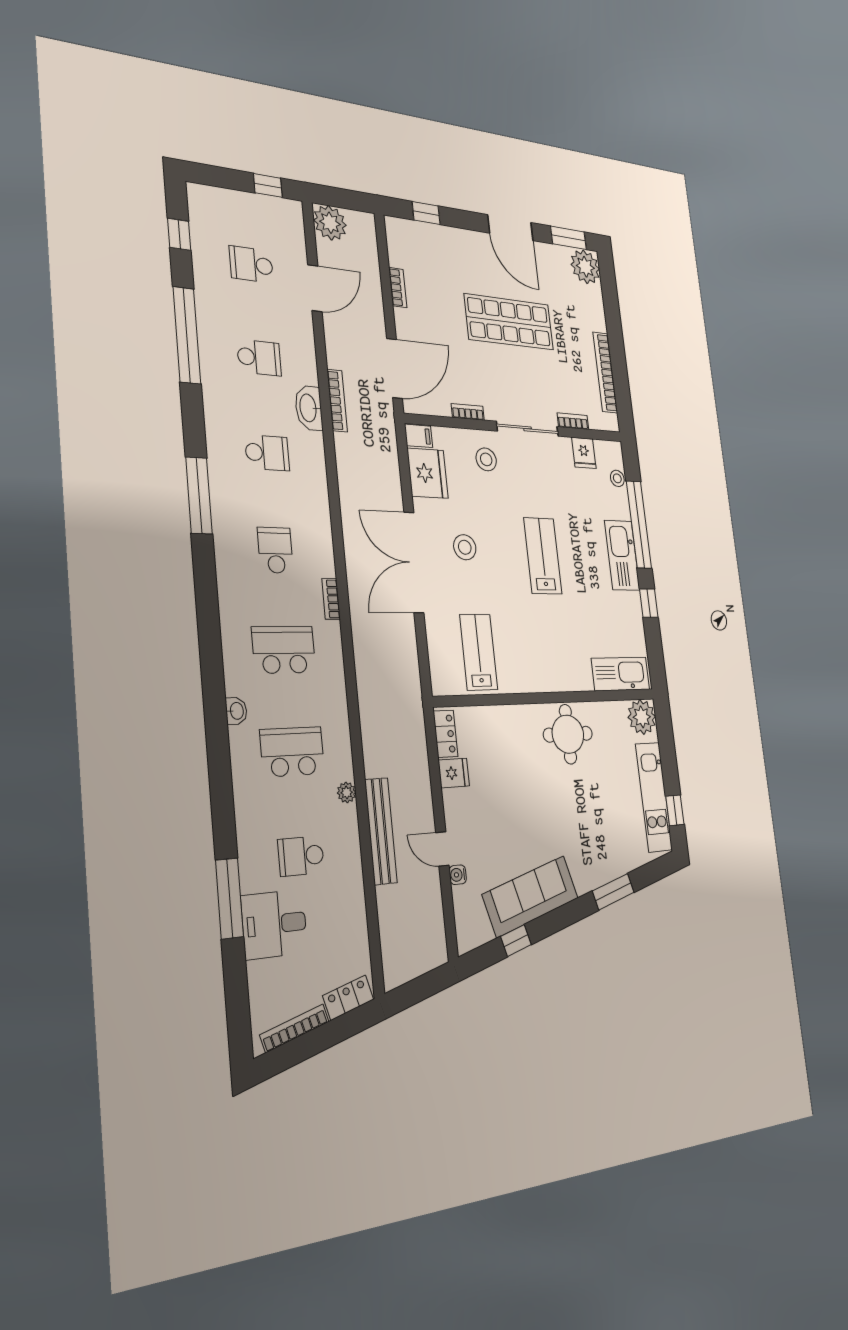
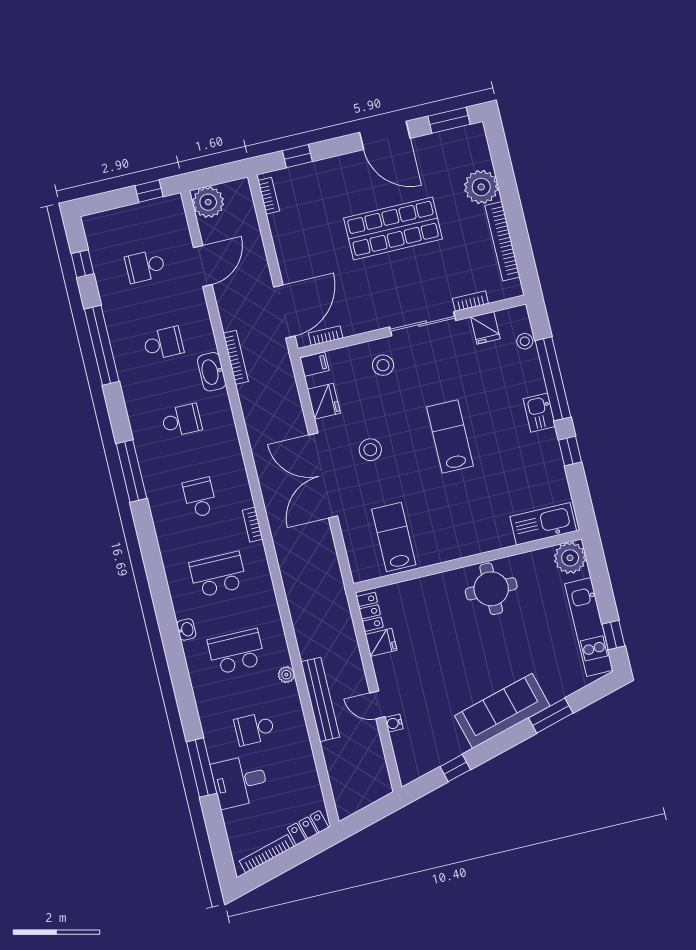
plant: (585, 267) -> (481, 187), moved
bookcase: (398, 288) -> (269, 196), moved
bookcase: (468, 412) -> (326, 336), moved
fridge: (428, 473) -> (324, 401), width x0.73, depth x0.75
kitchen sink: (622, 555) -> (539, 413), width x0.53, depth x0.81
sofa: (531, 896) -> (502, 711), moved

